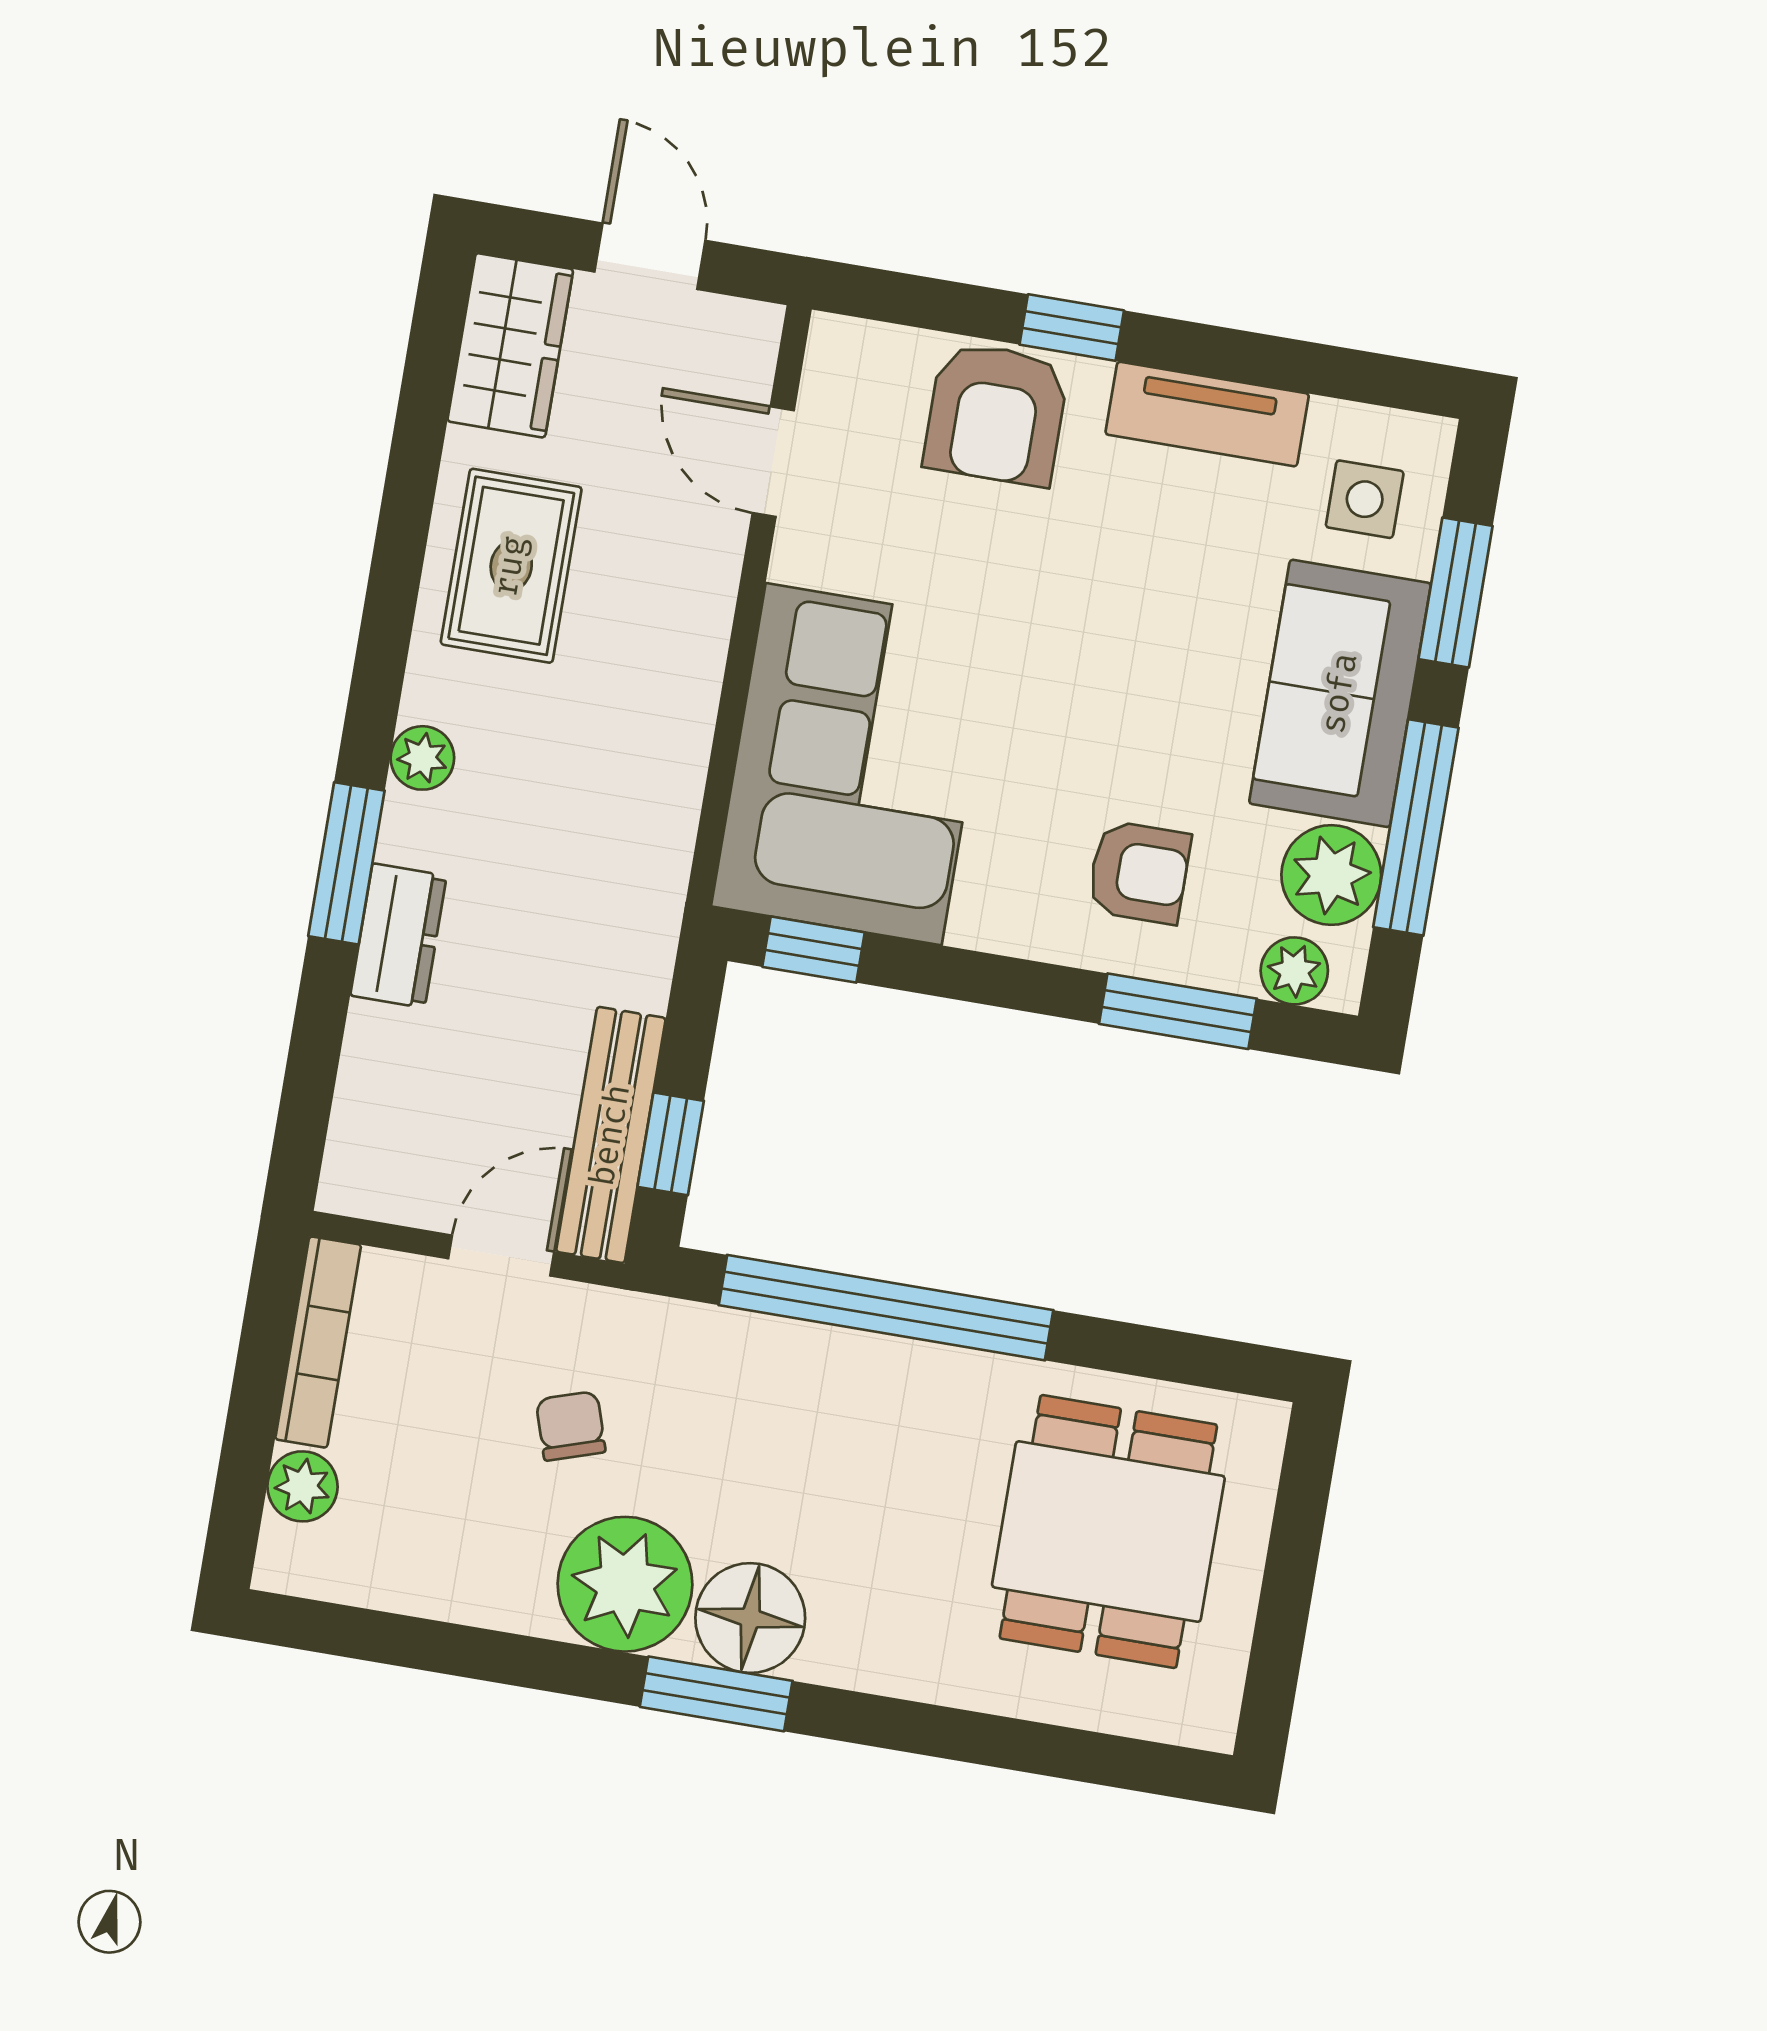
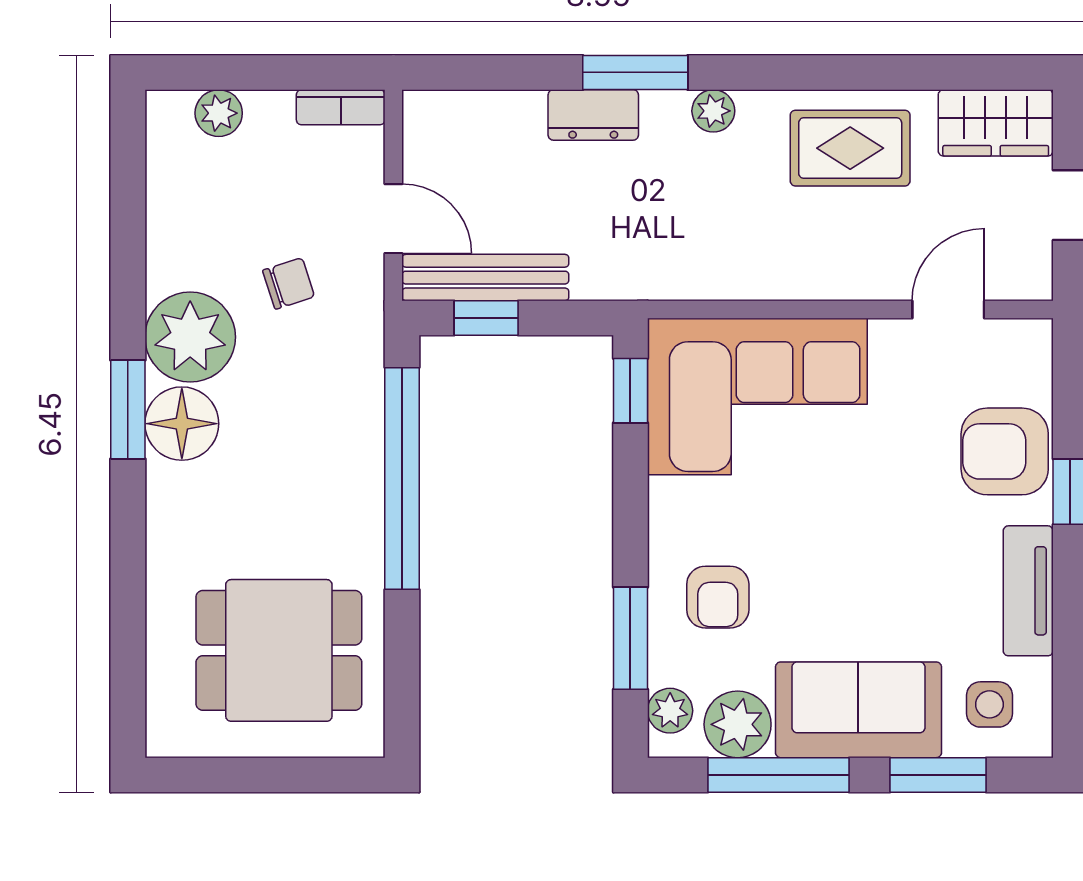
bookcase: (318, 1342) -> (341, 107), width x0.64

